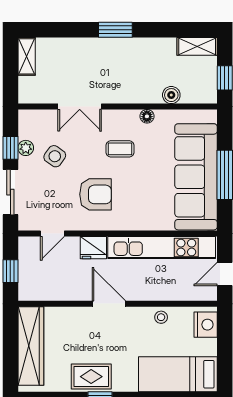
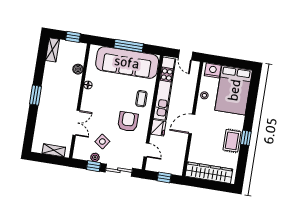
shelving: (27, 56) -> (54, 150), moved
coffee table: (120, 149) -> (141, 99), moved
bed: (178, 374) -> (234, 90), width x1.50

